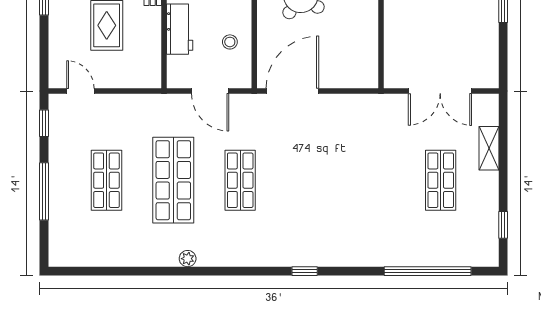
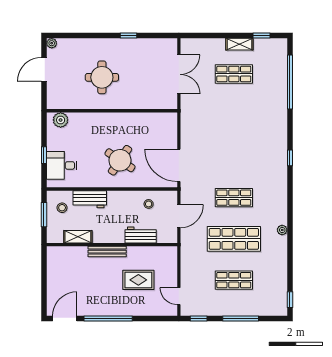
door: (80, 91) -> (179, 296), hinge flipped
shelving: (489, 148) -> (239, 44), moved
window: (75, 271) -> (290, 300), added

